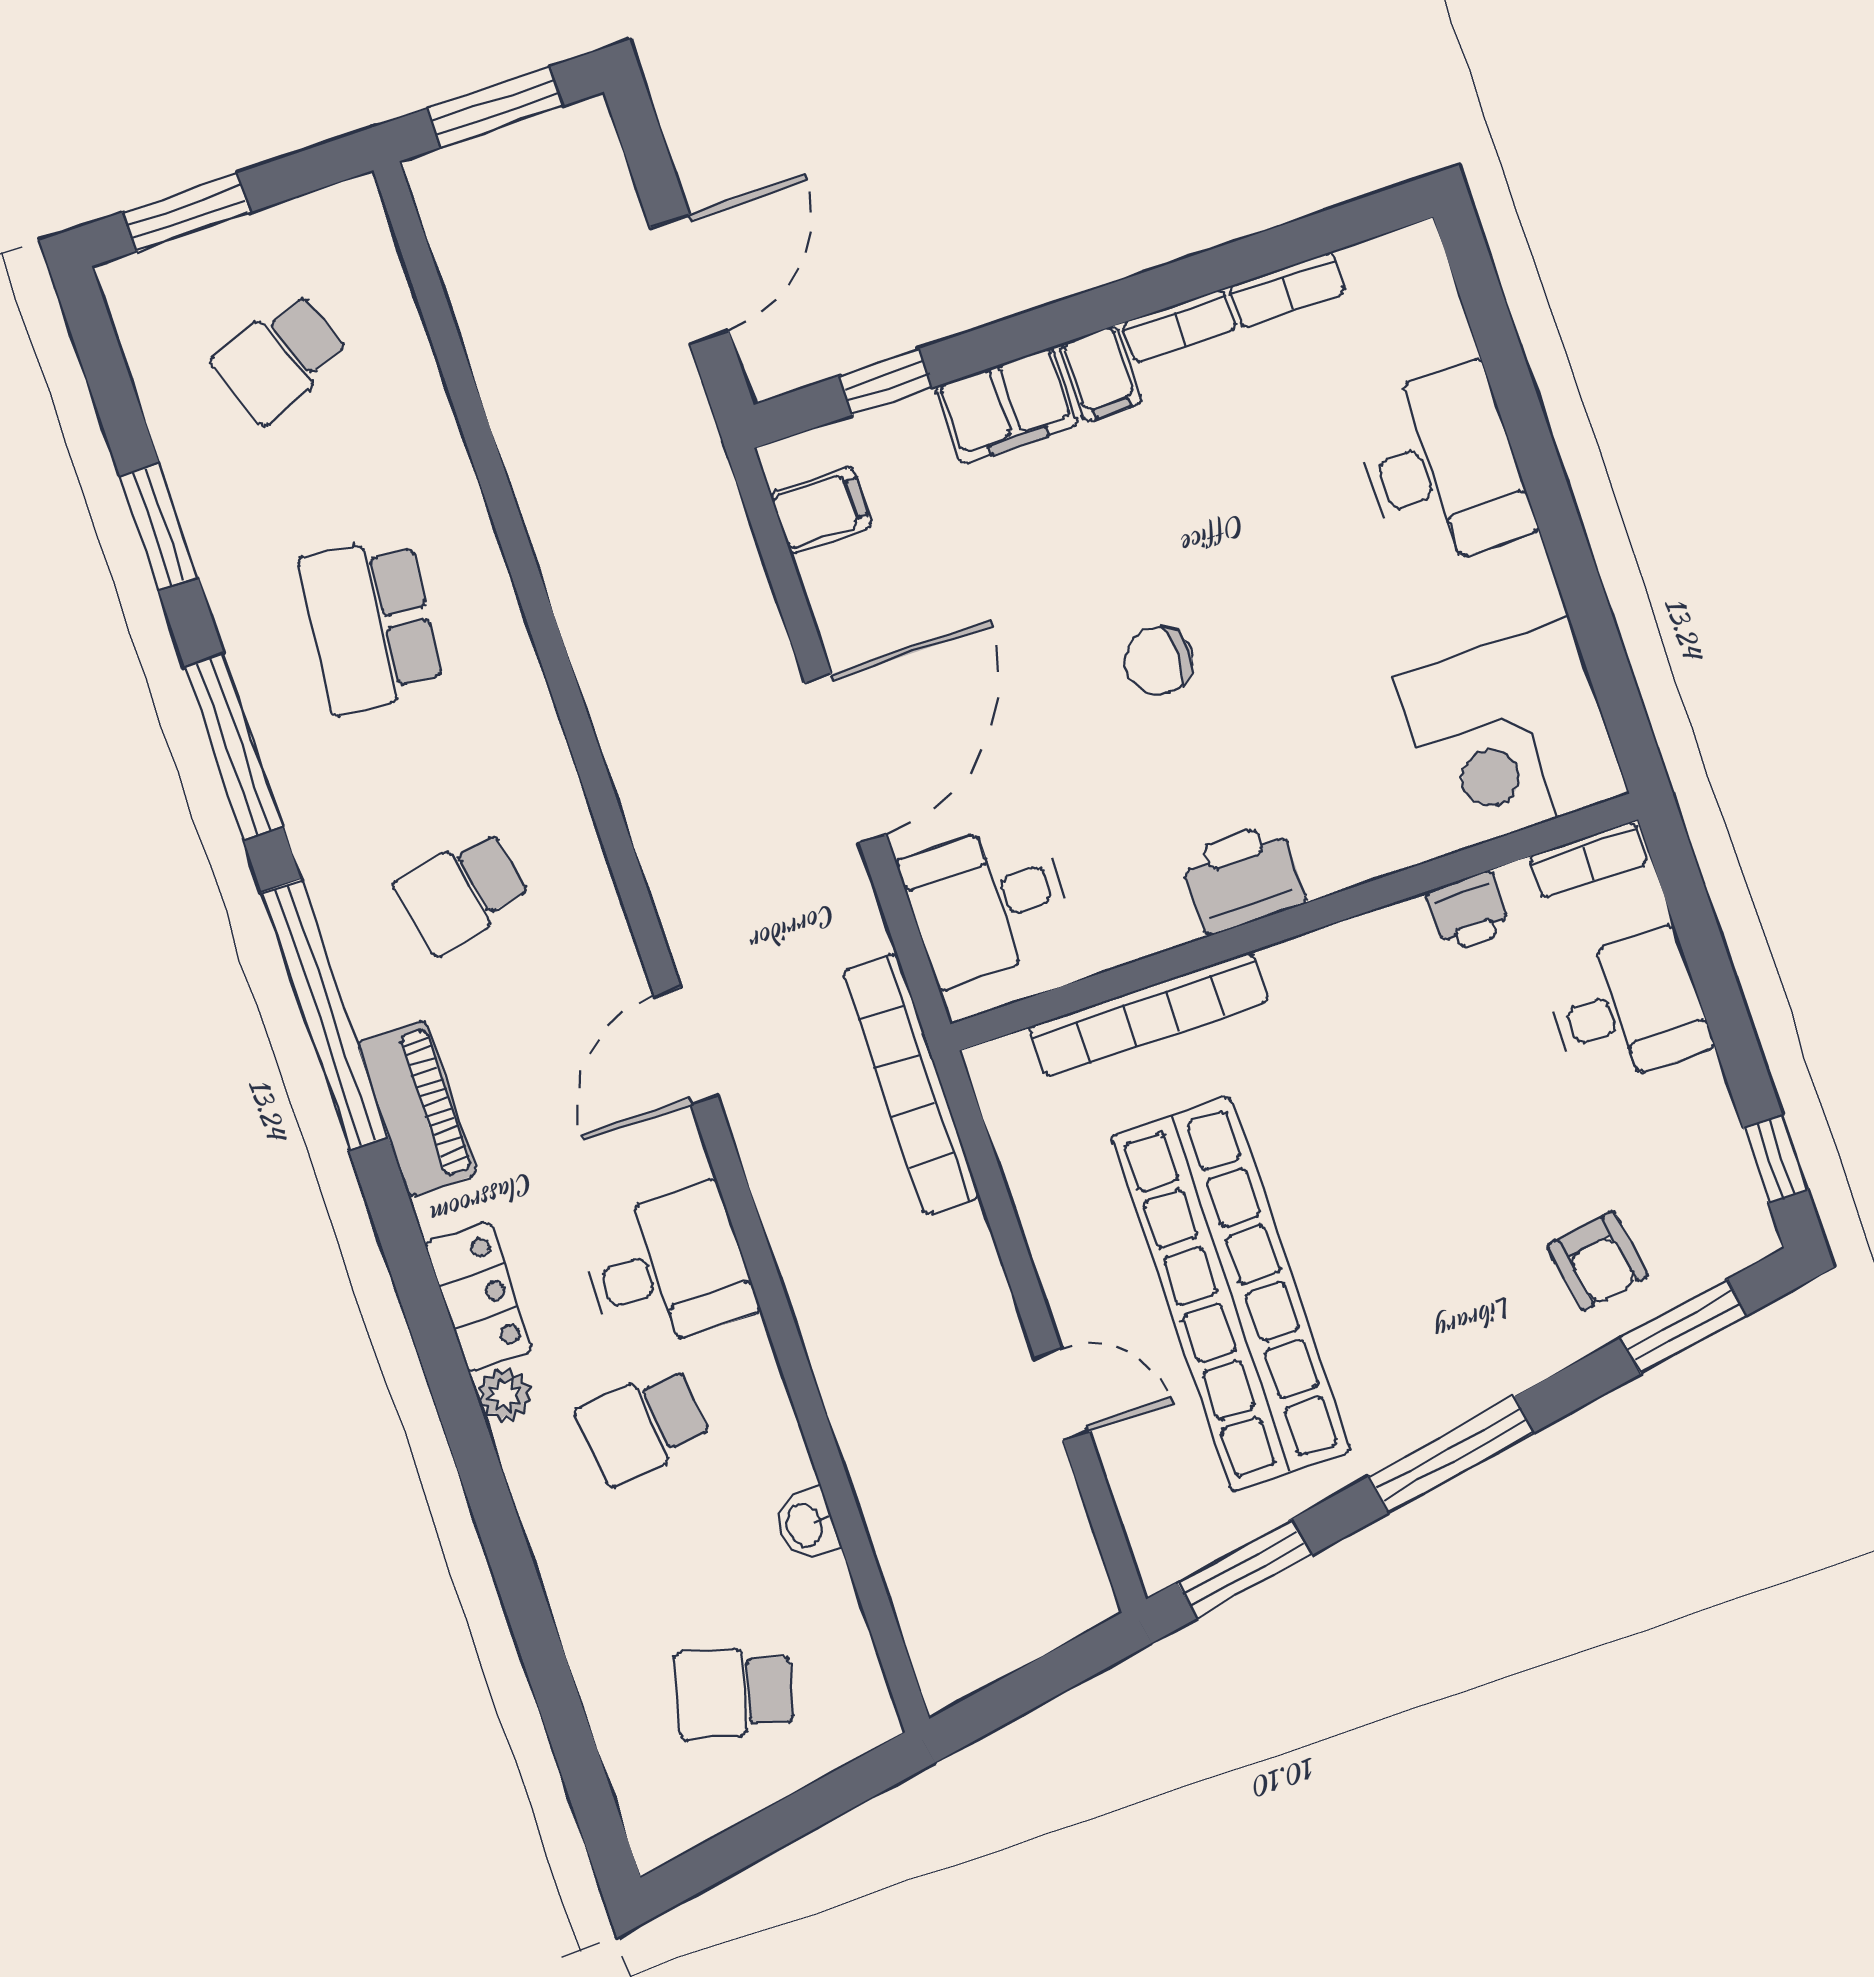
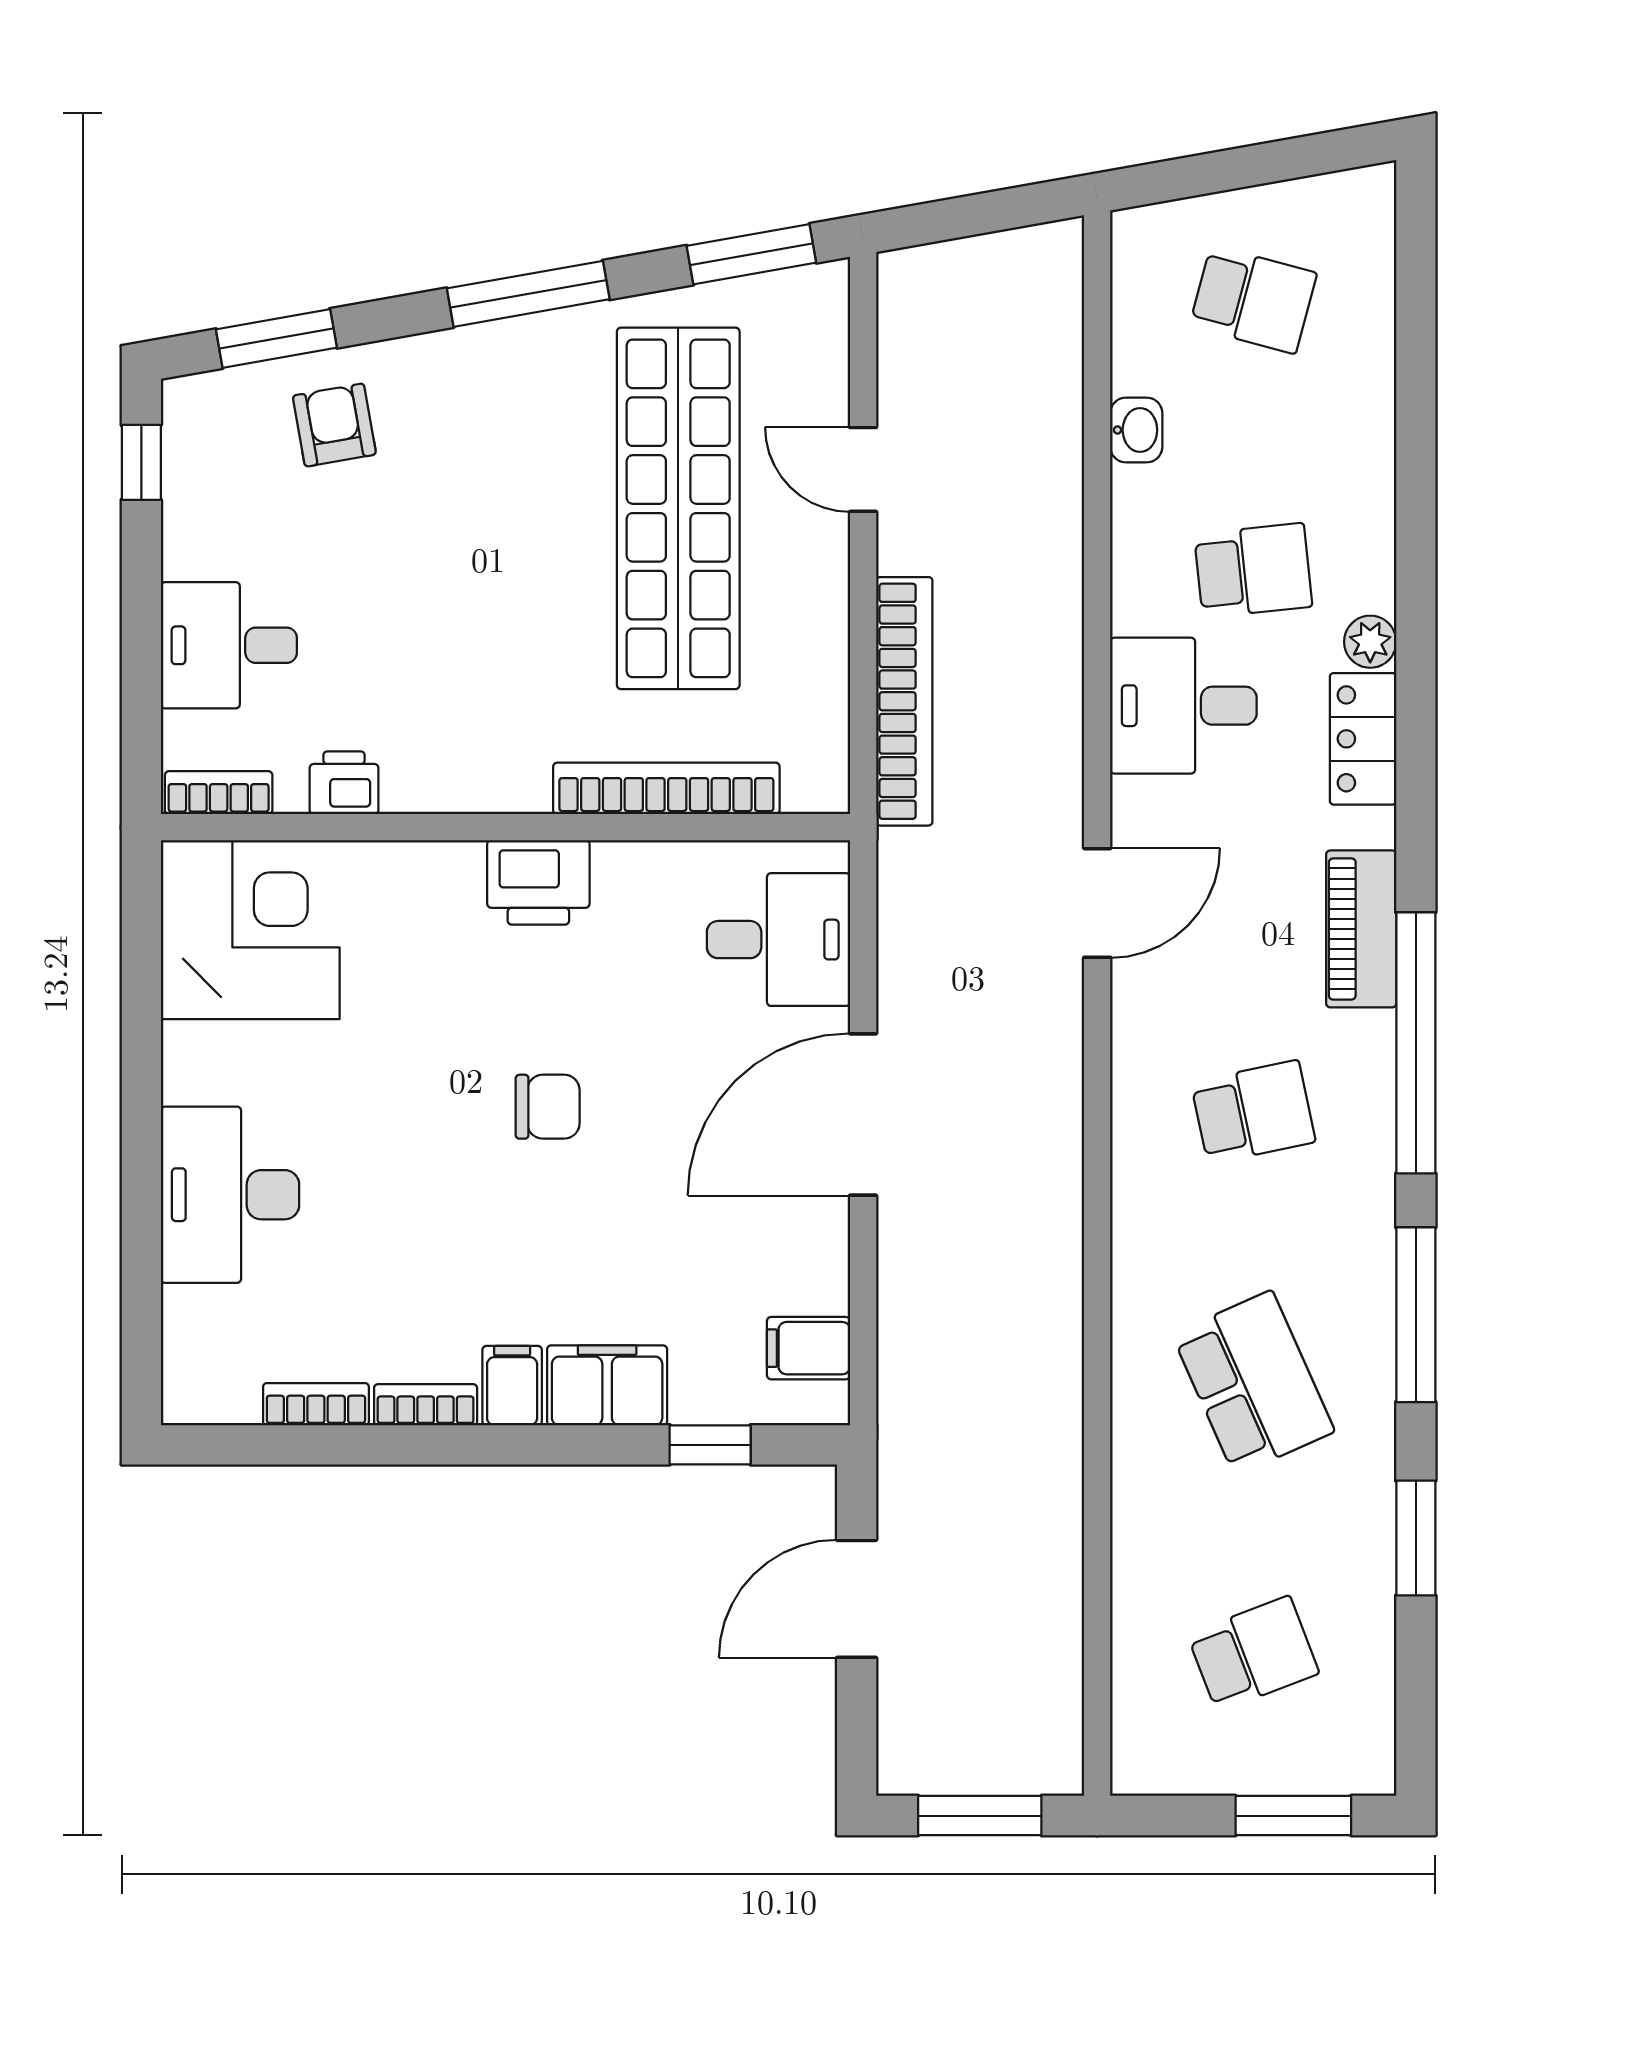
school desk: (371, 625) -> (1253, 1383), turned -30
bookcase: (911, 1084) -> (904, 701), moved

